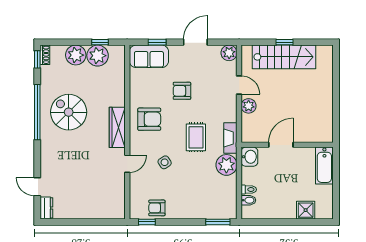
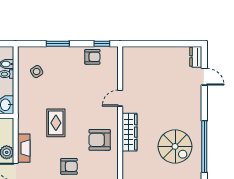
fireplace: (230, 138) -> (24, 148), moved
side table: (165, 162) -> (37, 72), moved
plant: (226, 165) -> (27, 97), removed
window: (218, 222) -> (58, 44), moved

